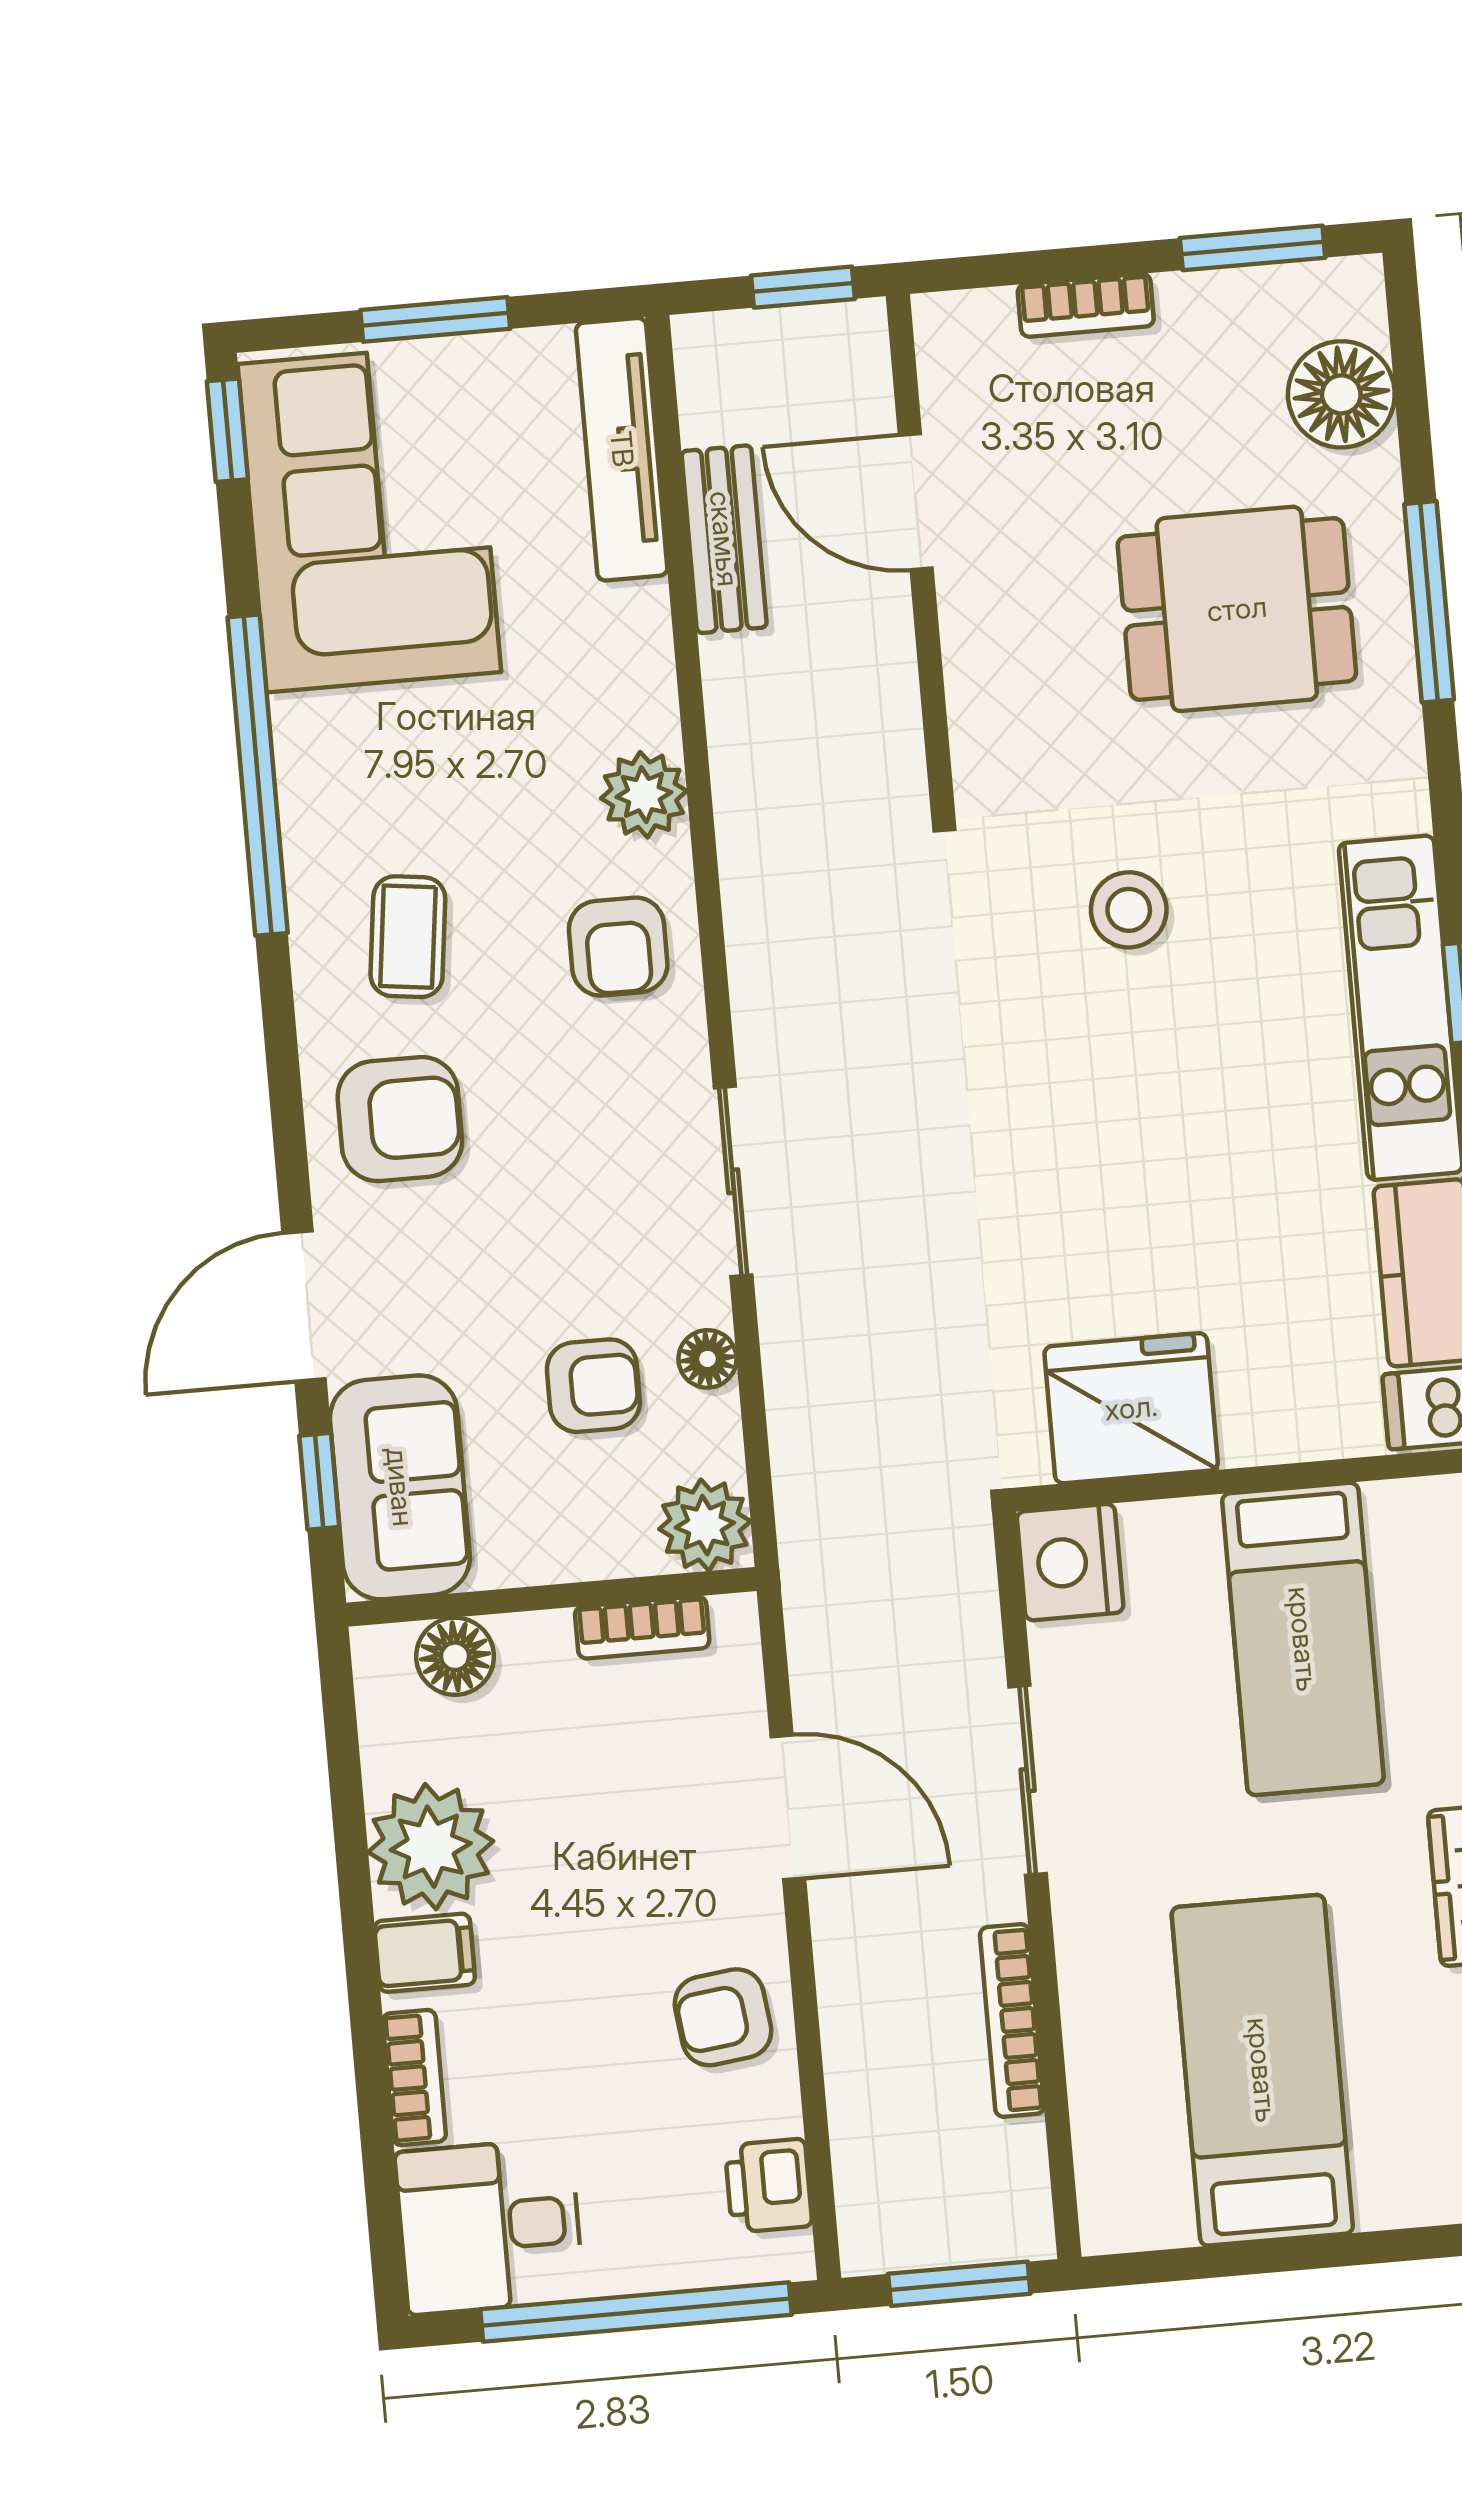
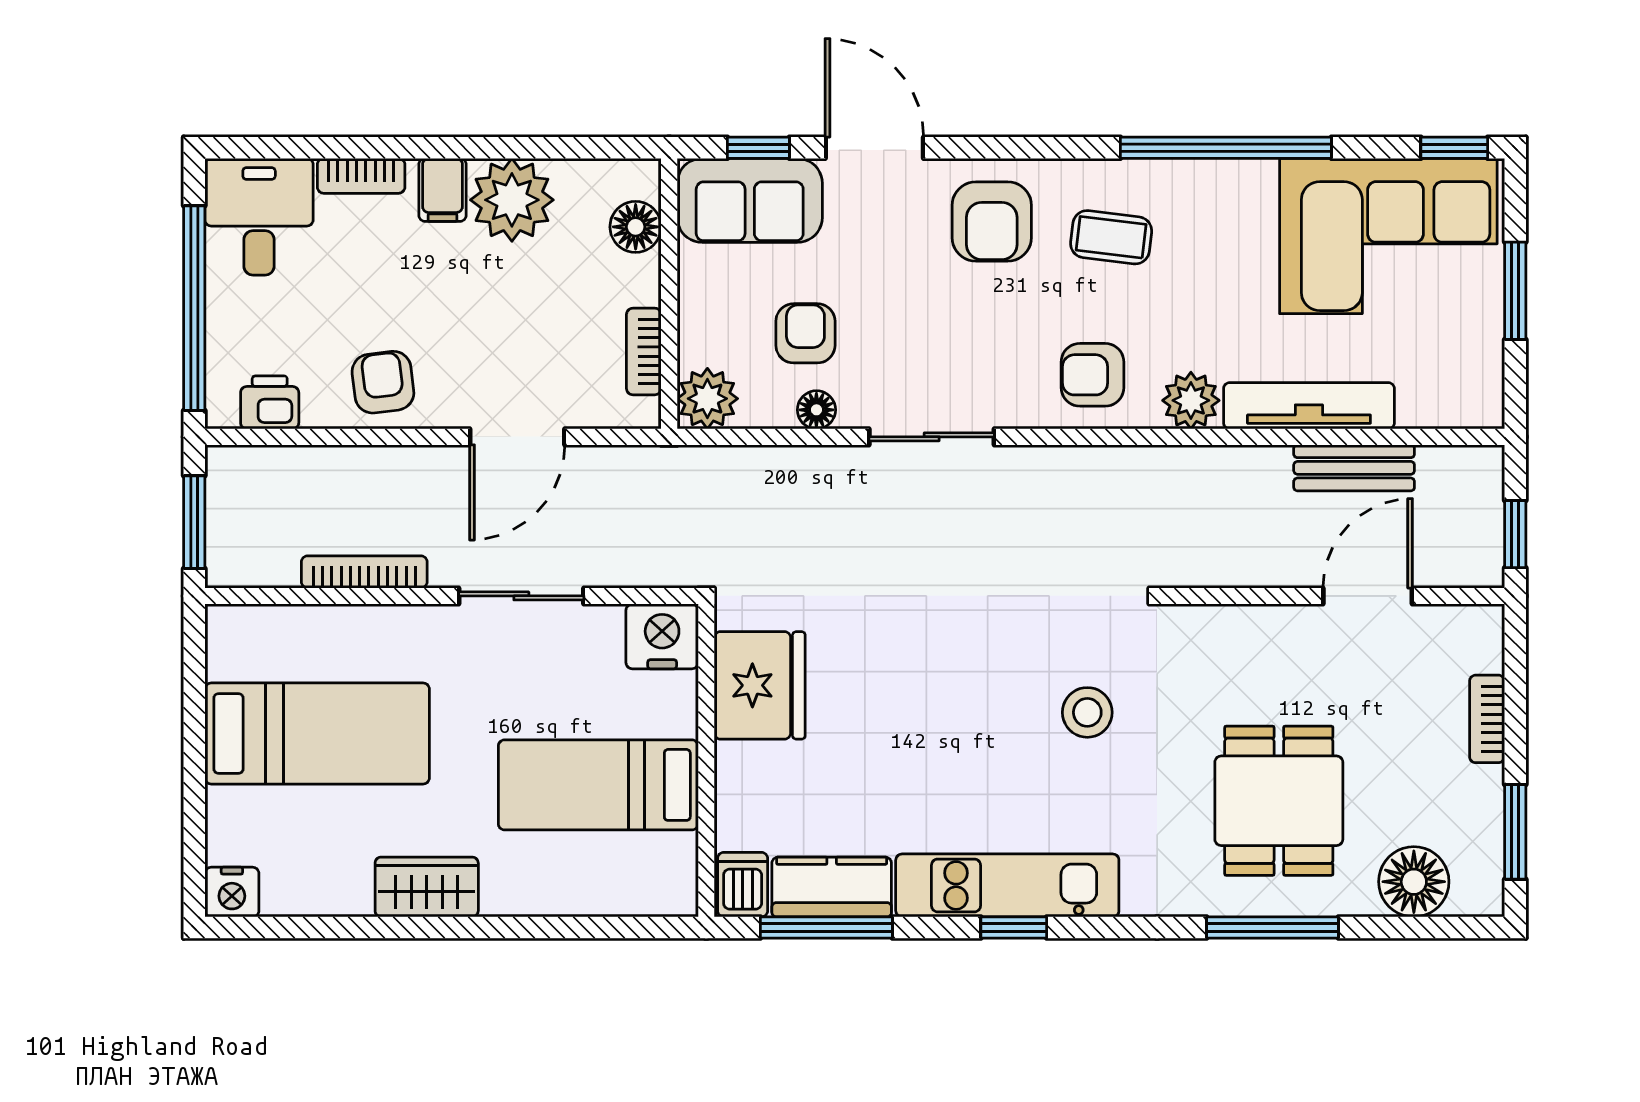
tv unit: (622, 449) -> (1309, 406), moved
armchair: (593, 1386) -> (805, 333), turned 180

